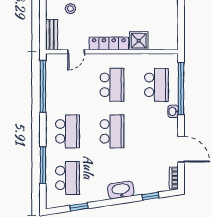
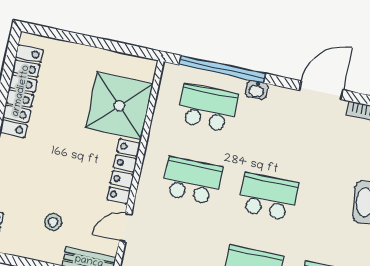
shower: (139, 41) -> (119, 106), width x1.86, depth x1.86
door: (76, 52) -> (125, 228), swing flipped

